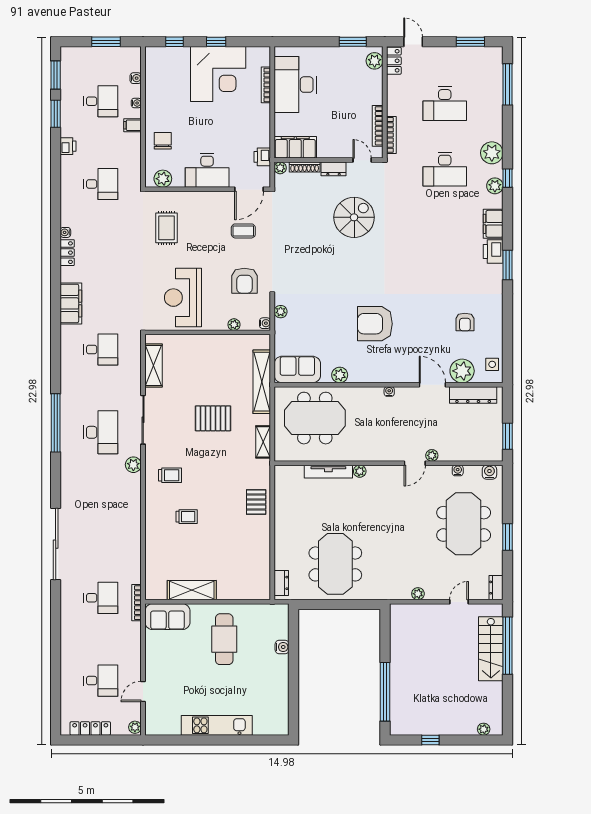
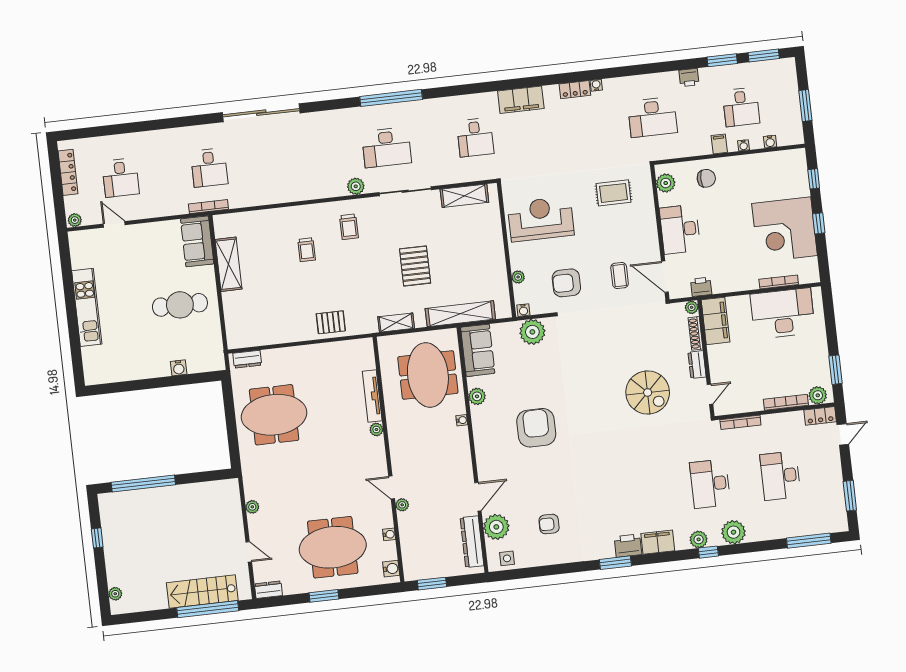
bookcase: (378, 126) -> (786, 402), moved
desk: (101, 184) -> (652, 117), width x1.37
plant: (281, 312) -> (532, 332), width x1.88, depth x1.88
water cooler: (389, 392) -> (462, 420), moved

